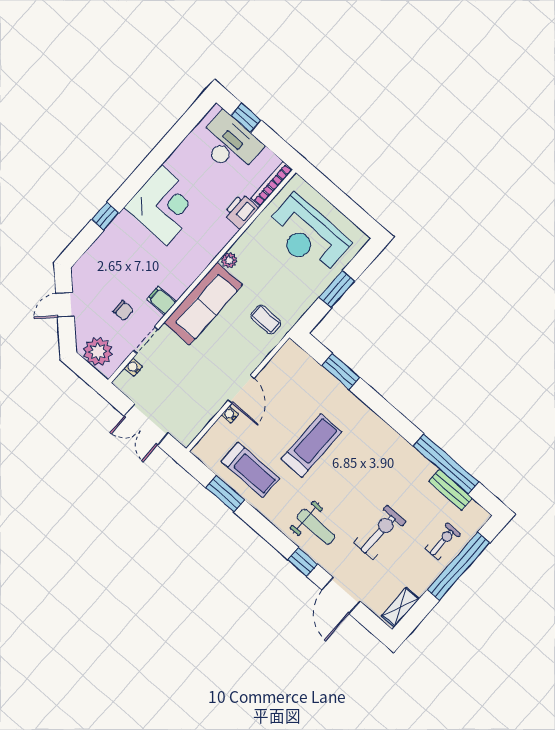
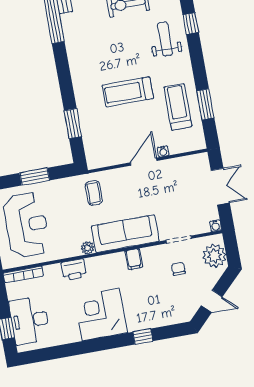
printer: (241, 211) -> (74, 270), moved
filing cabinet: (162, 301) -> (134, 259), moved
water cooler: (133, 367) -> (216, 226), moved

